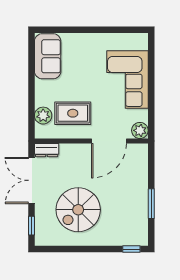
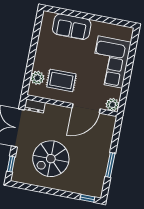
sofa: (48, 56) -> (72, 27), moved, turned 90

